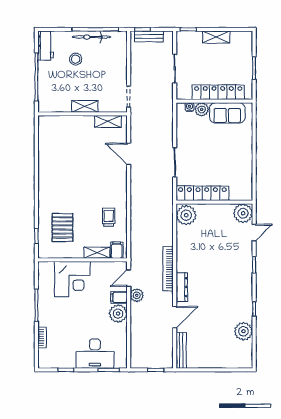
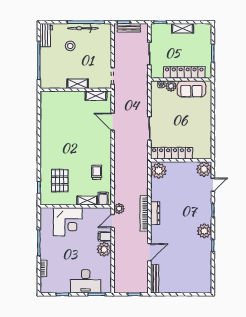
dresser: (182, 287) -> (155, 213), moved
plant: (137, 295) -> (119, 209), moved
plant: (243, 331) -> (204, 231), moved

